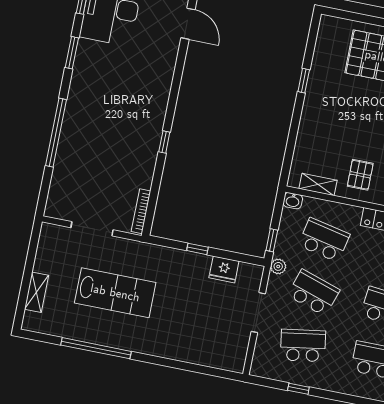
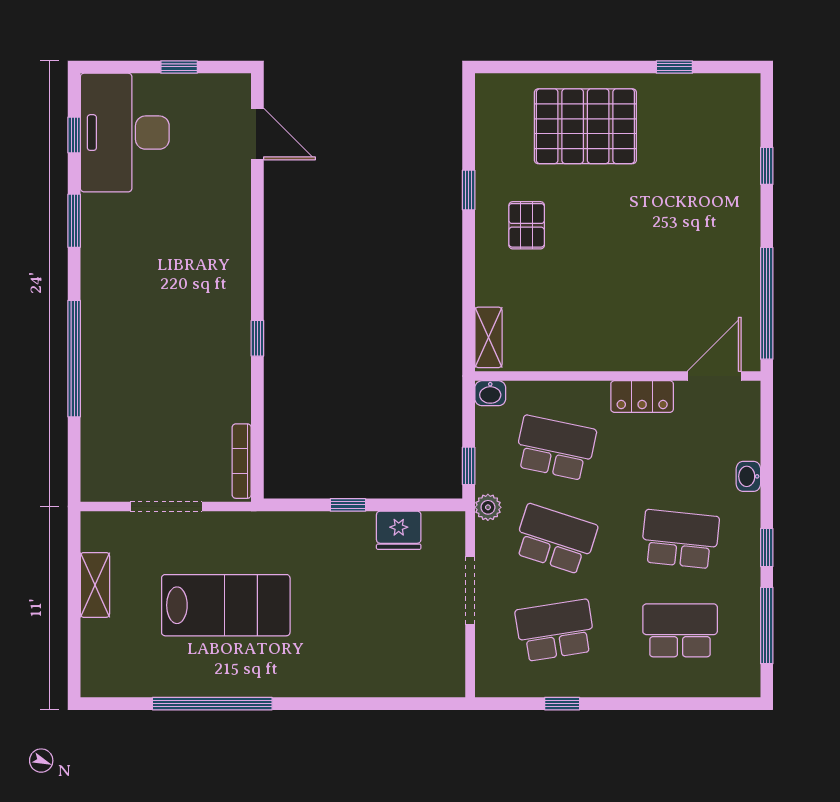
pallet: (360, 175) -> (527, 225), moved
shelving: (318, 184) -> (488, 337), moved, turned 90
shelving: (37, 292) -> (95, 585), moved

